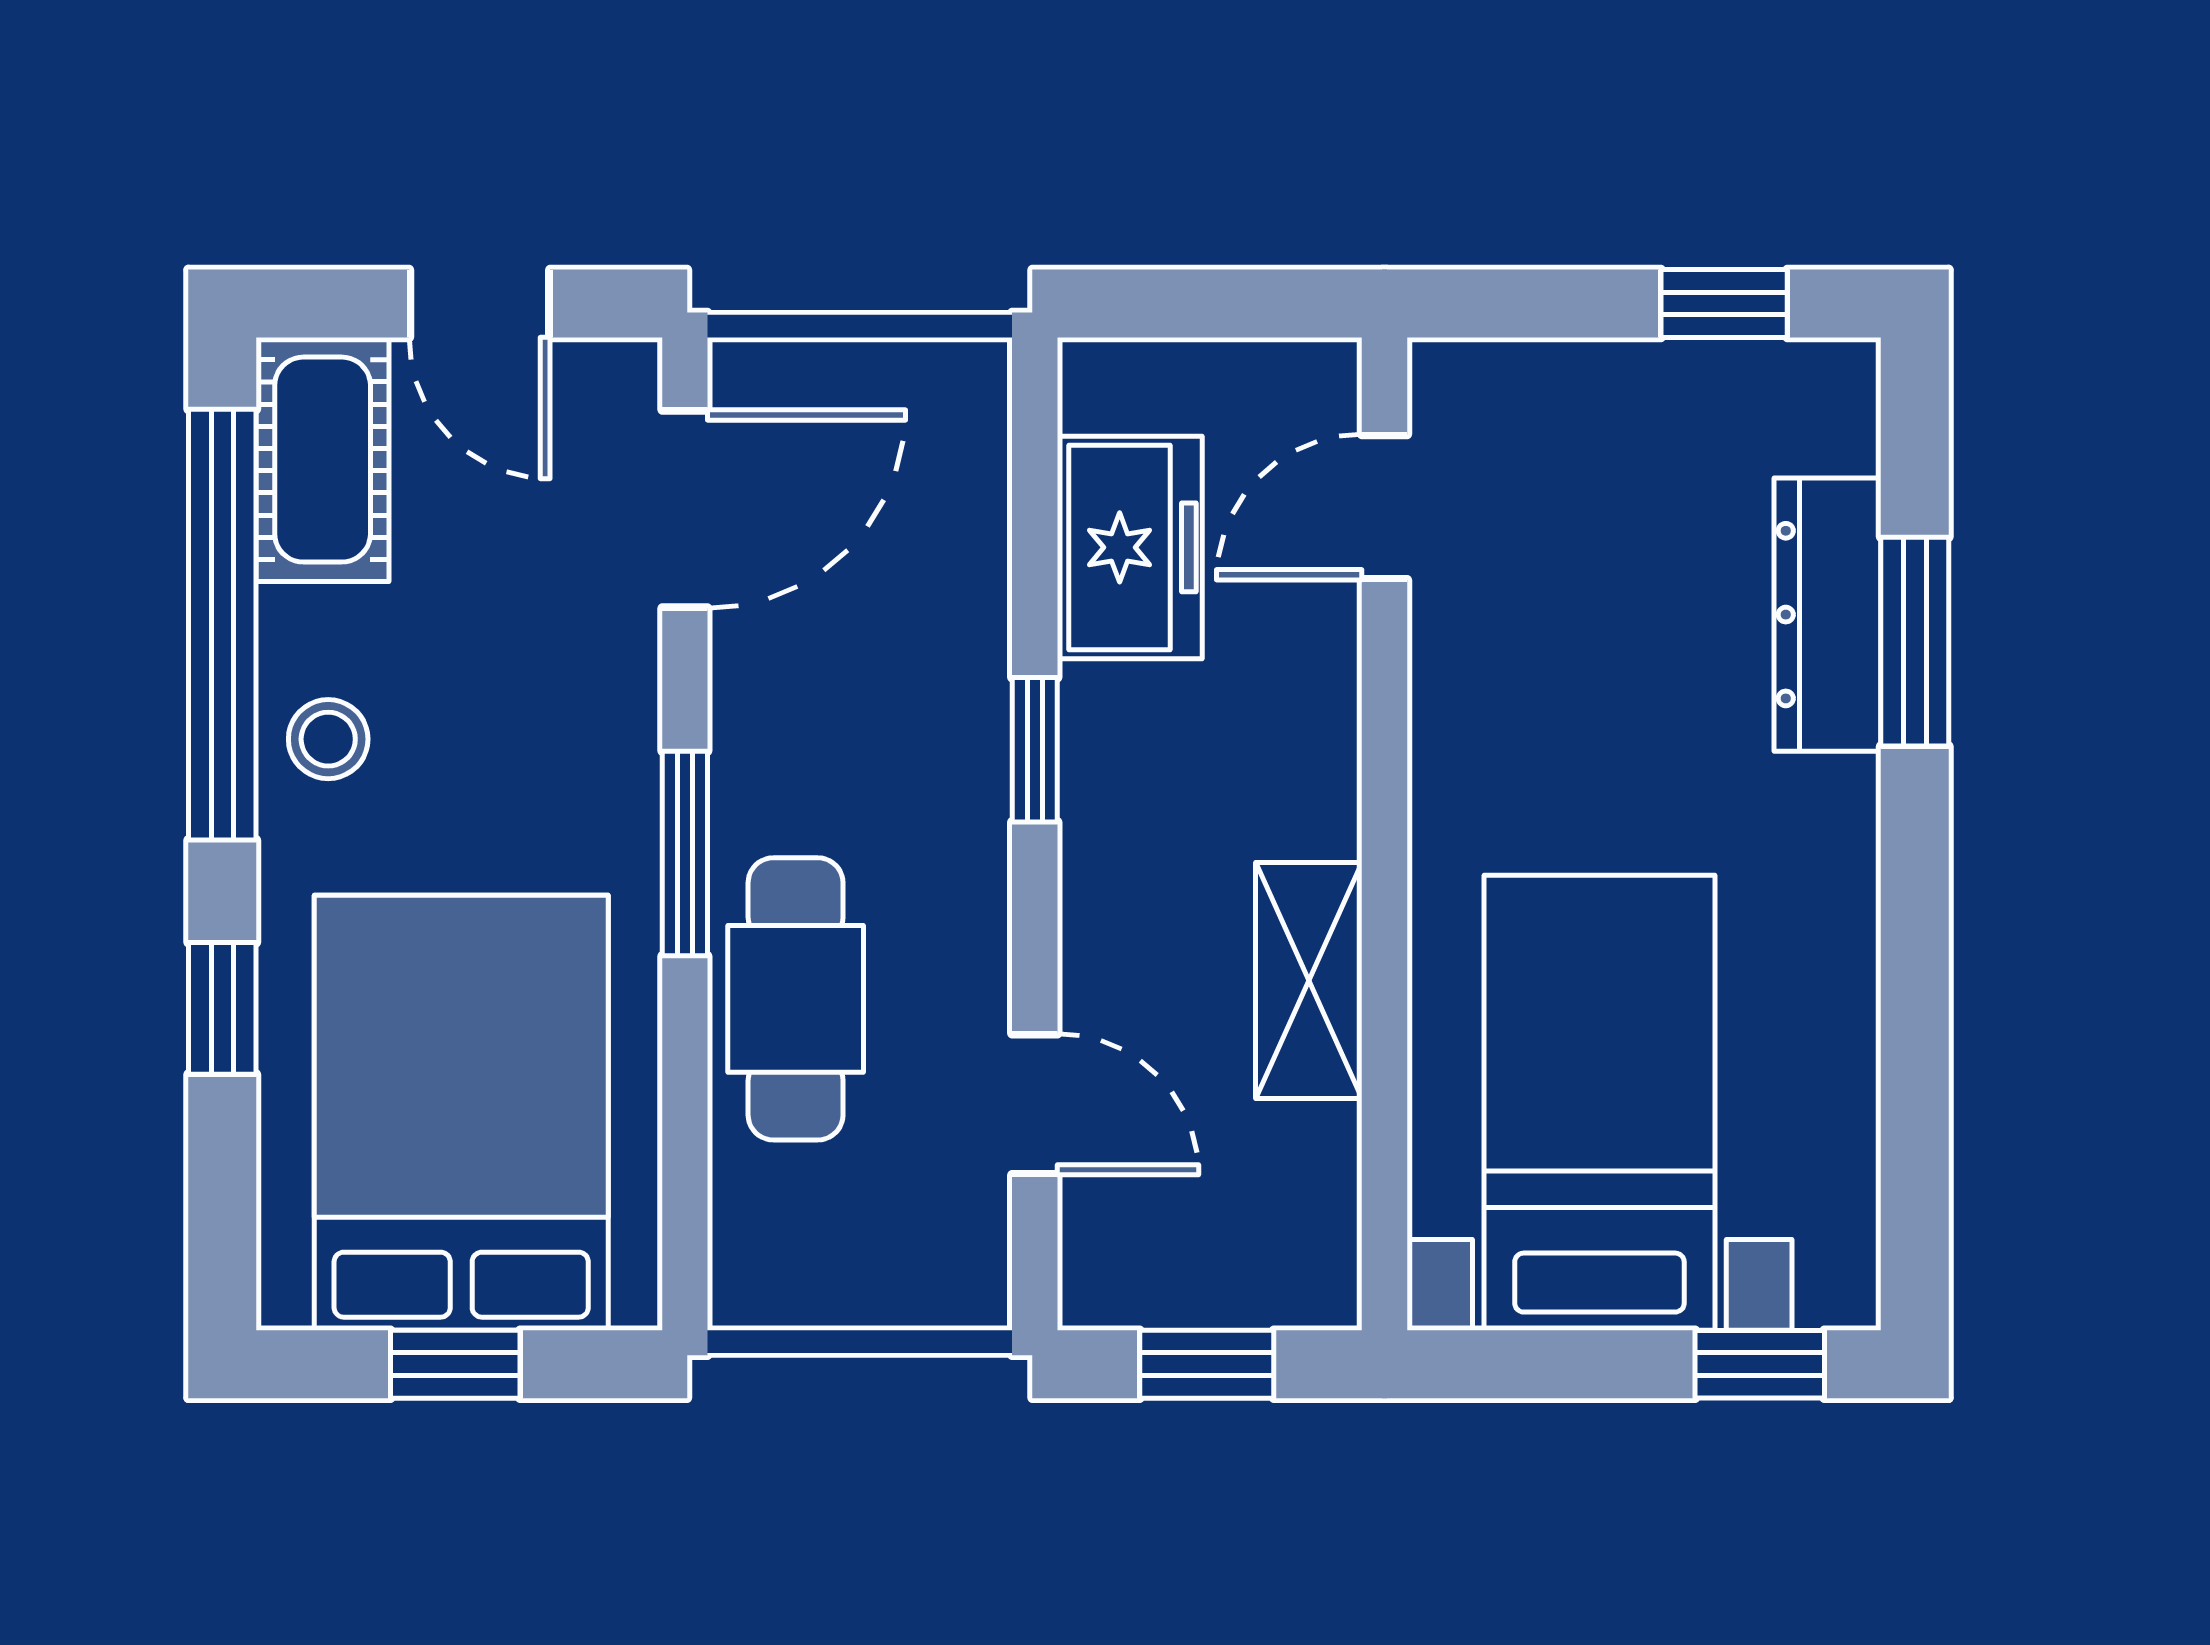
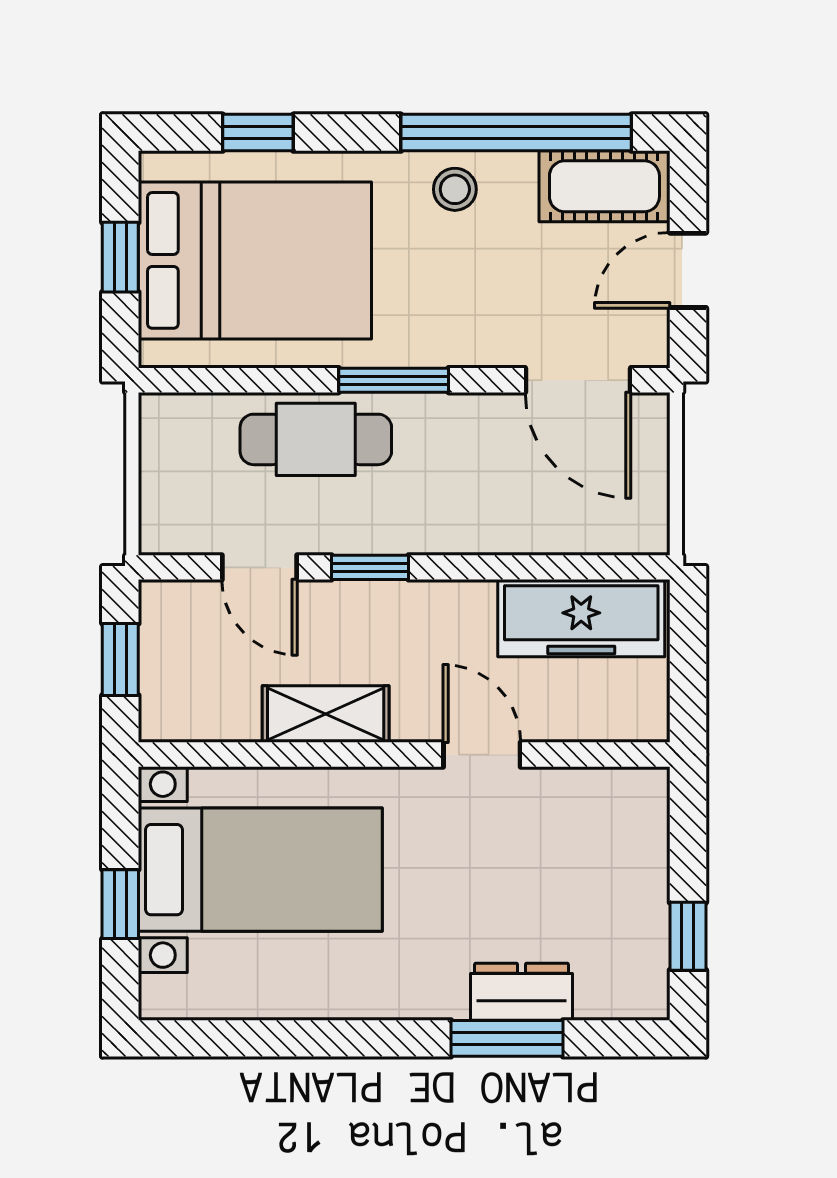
door: (1385, 507) -> (482, 755), moved
freezer: (1130, 547) -> (581, 618), width x1.40
dresser: (1827, 615) -> (521, 992), width x0.70
window: (1035, 750) -> (370, 567), moved
window: (222, 1008) -> (258, 133), moved
door: (1035, 1104) -> (259, 567), hinge flipped
window: (1760, 1364) -> (120, 904), moved

